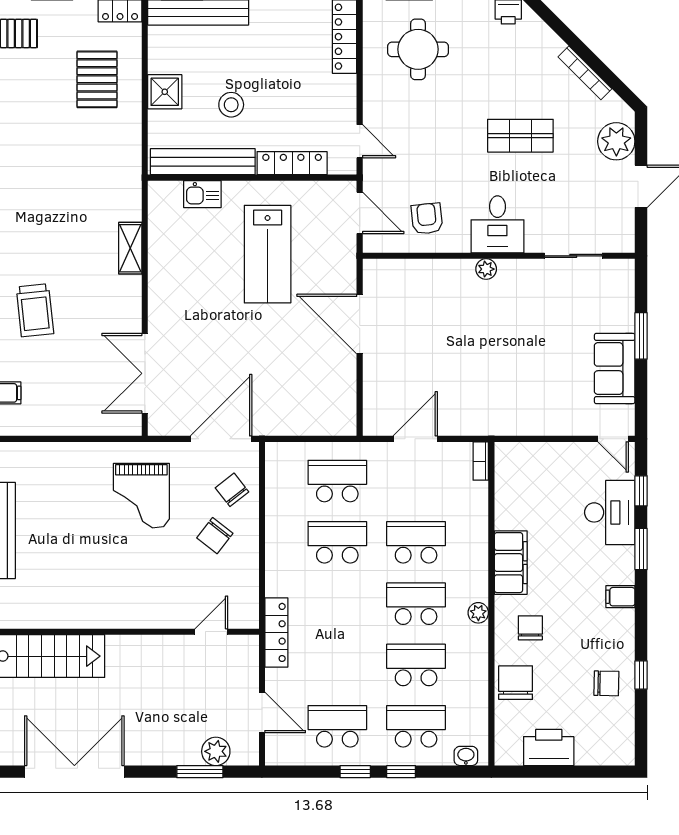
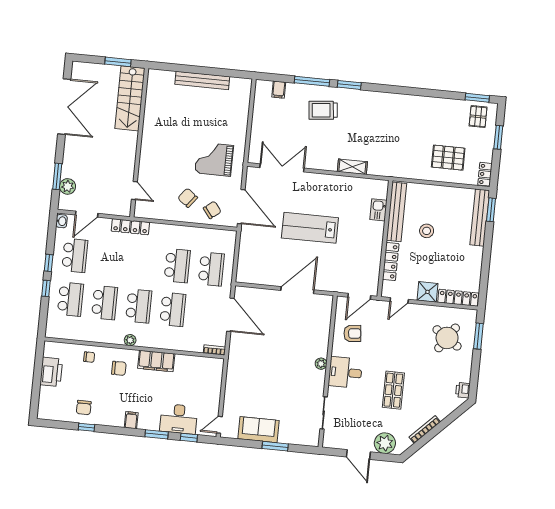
round table: (418, 49) -> (447, 338), turned 34
shower: (165, 92) -> (427, 292), moved
lab bench: (268, 254) -> (310, 228), moved
door: (415, 439) -> (230, 315), width x1.36
chair: (516, 683) -> (89, 357), width x0.54, depth x0.54
washbasin: (466, 756) -> (62, 221), moved

